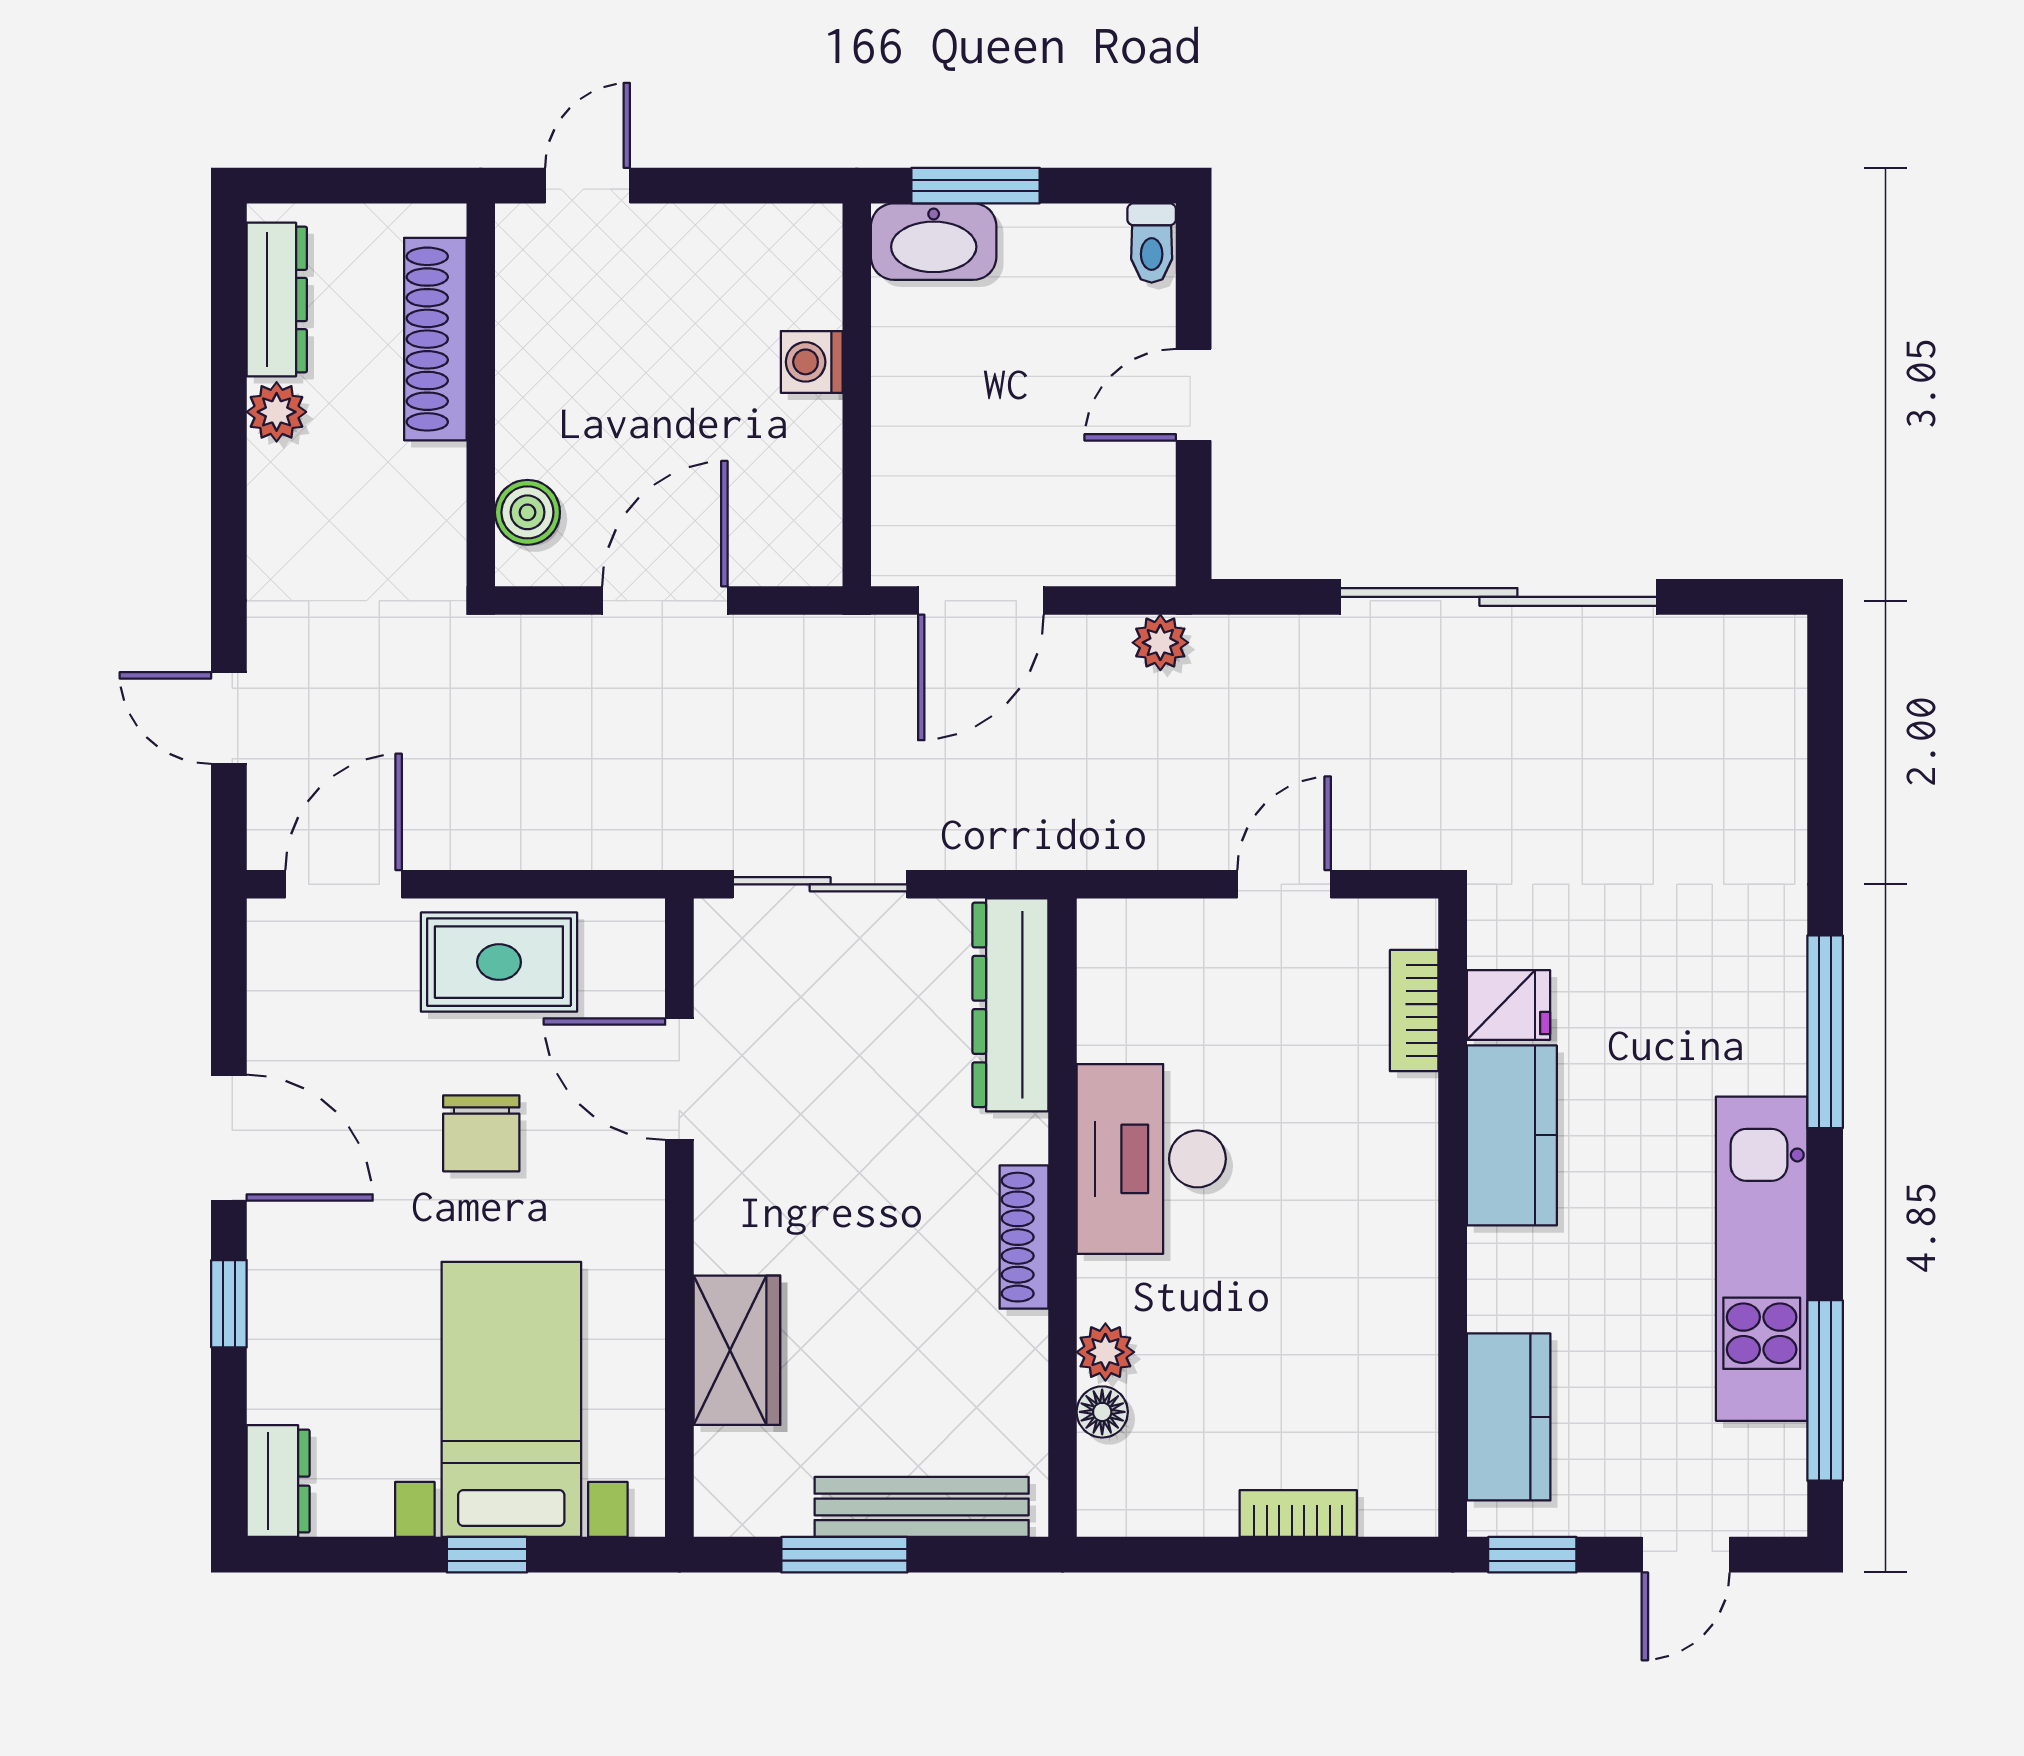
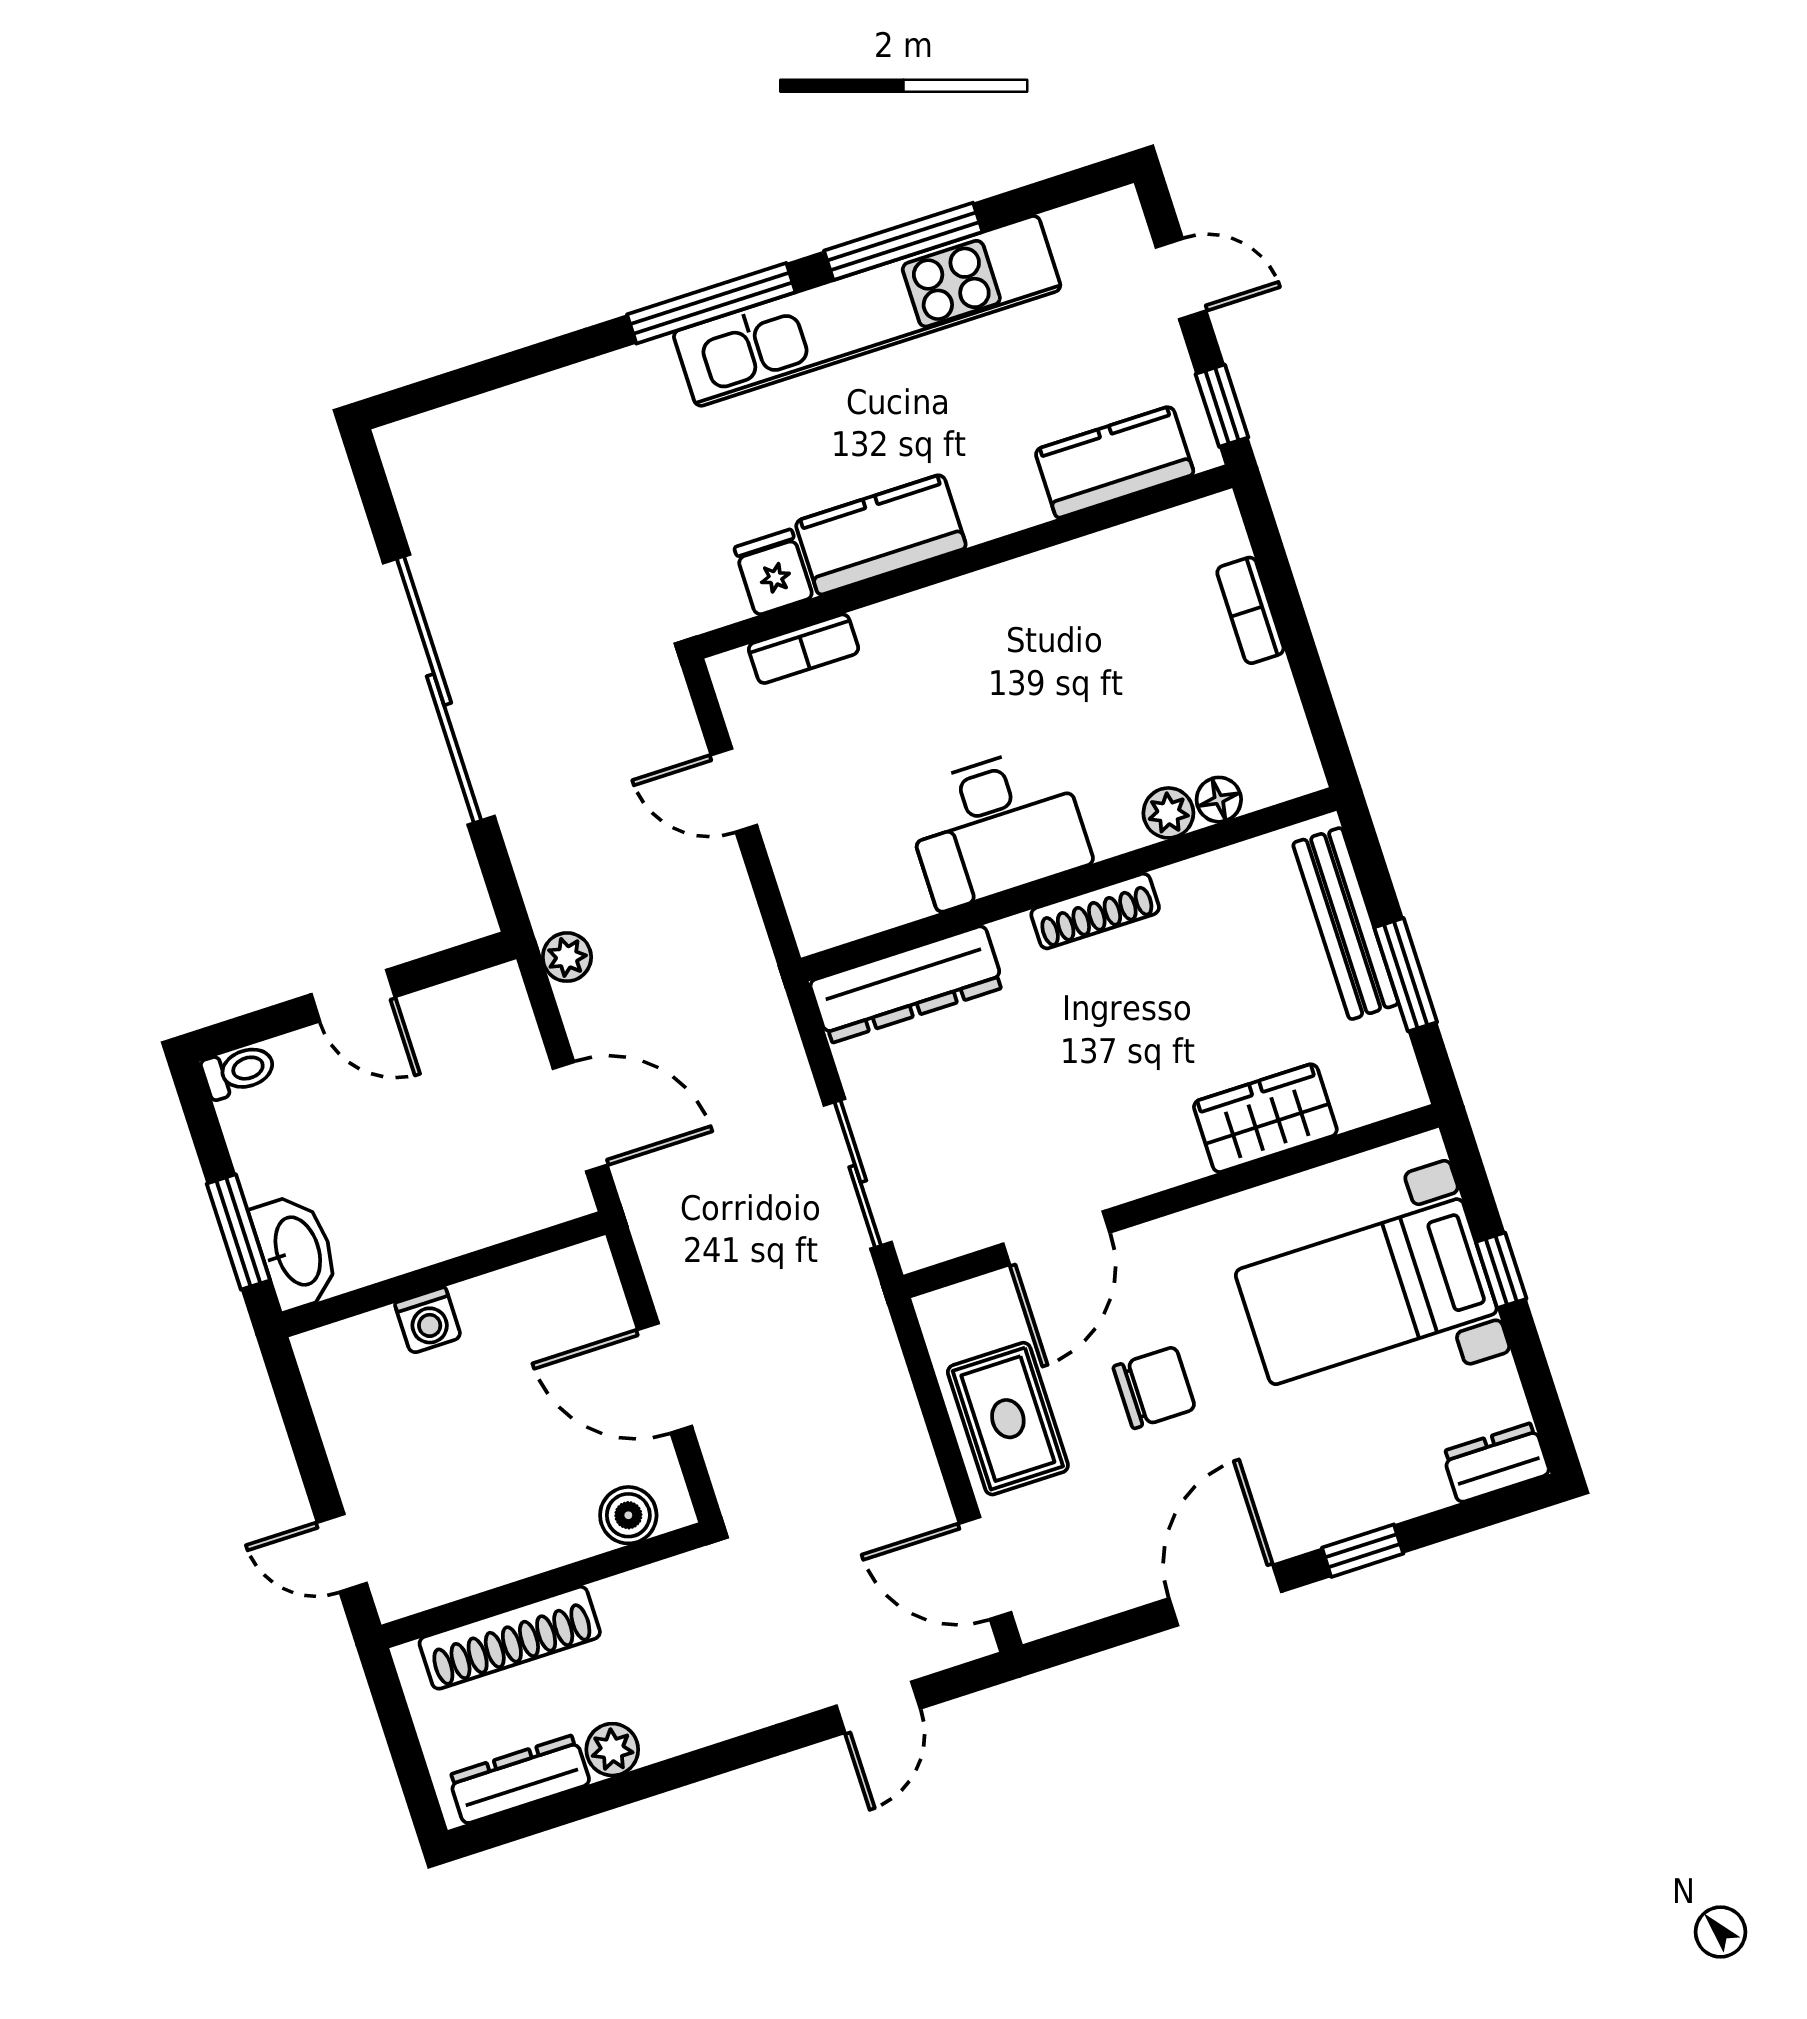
kitchen unit: (1762, 1259) -> (867, 311), width x1.36
window: (1825, 1390) -> (903, 241), moved

